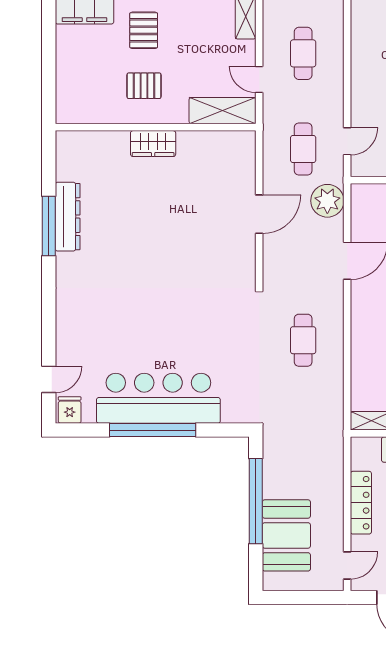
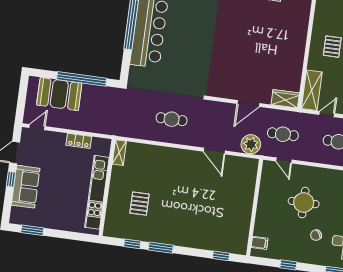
wardrobe: (153, 144) -> (285, 99), moved, turned 90
door: (259, 214) -> (248, 103), hinge flipped
locker: (361, 503) -> (79, 141), width x0.66
door: (347, 565) -> (37, 127), swing flipped

